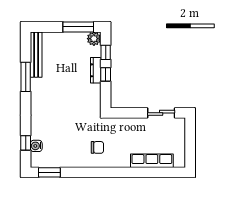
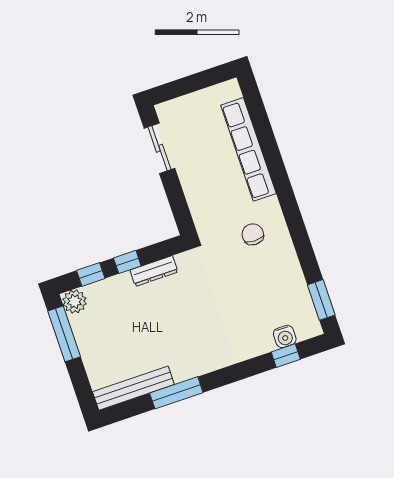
dresser: (96, 70) -> (154, 271), moved
row of seats: (152, 161) -> (248, 149), width x1.36

